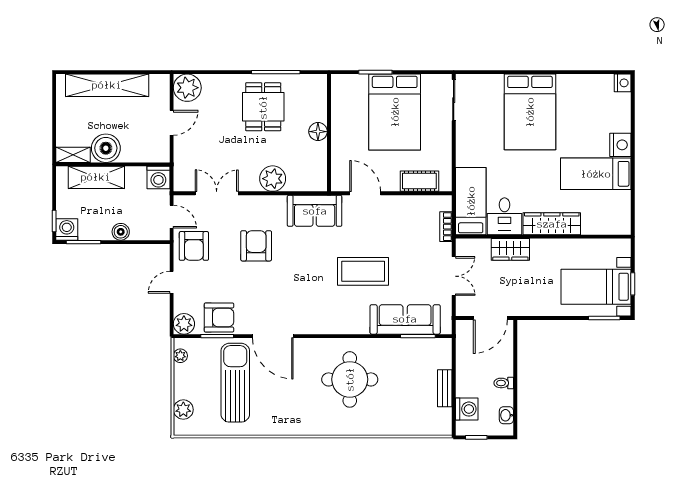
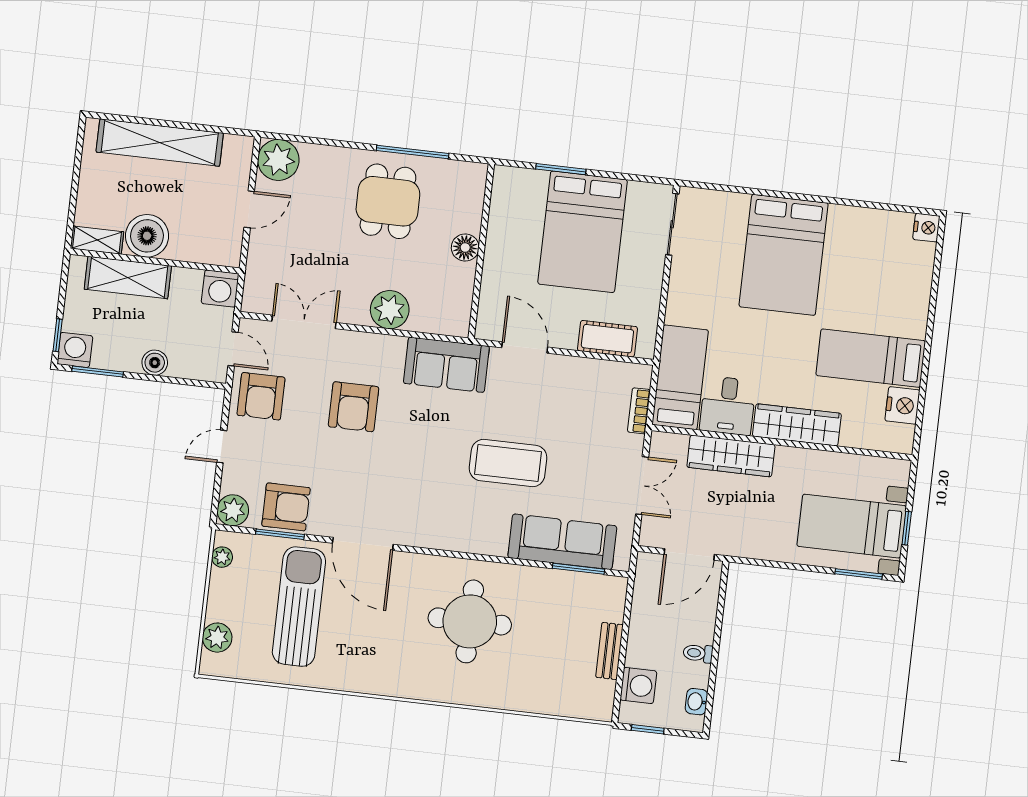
nightstand: (620, 145) -> (902, 405), moved
armchair: (256, 246) -> (354, 407), turned 180
wardrobe: (510, 249) -> (731, 456), width x1.50

